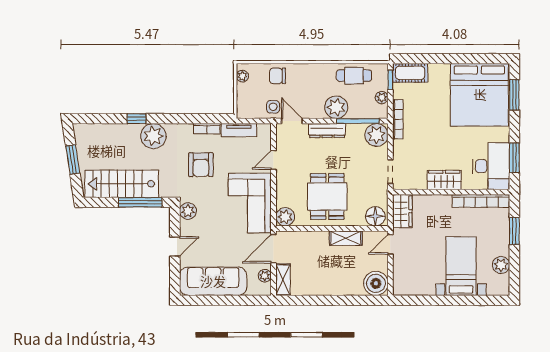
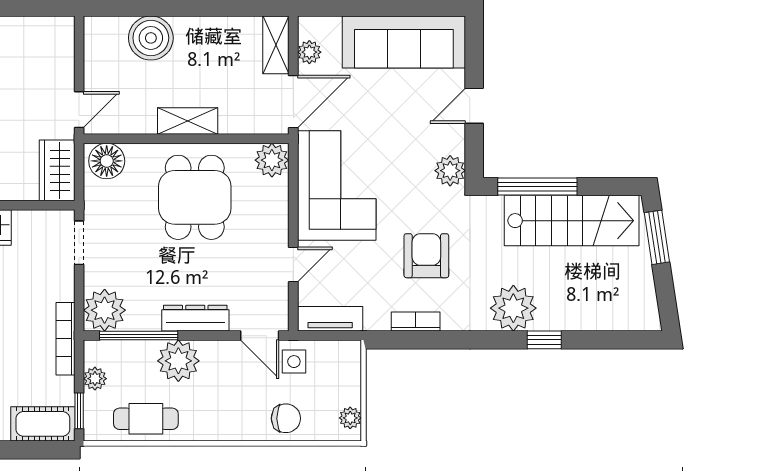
tv unit: (239, 130) -> (330, 319), moved
window: (73, 160) -> (657, 237), moved
shelving: (346, 238) -> (188, 121), moved
boiler: (376, 283) -> (151, 38), moved

